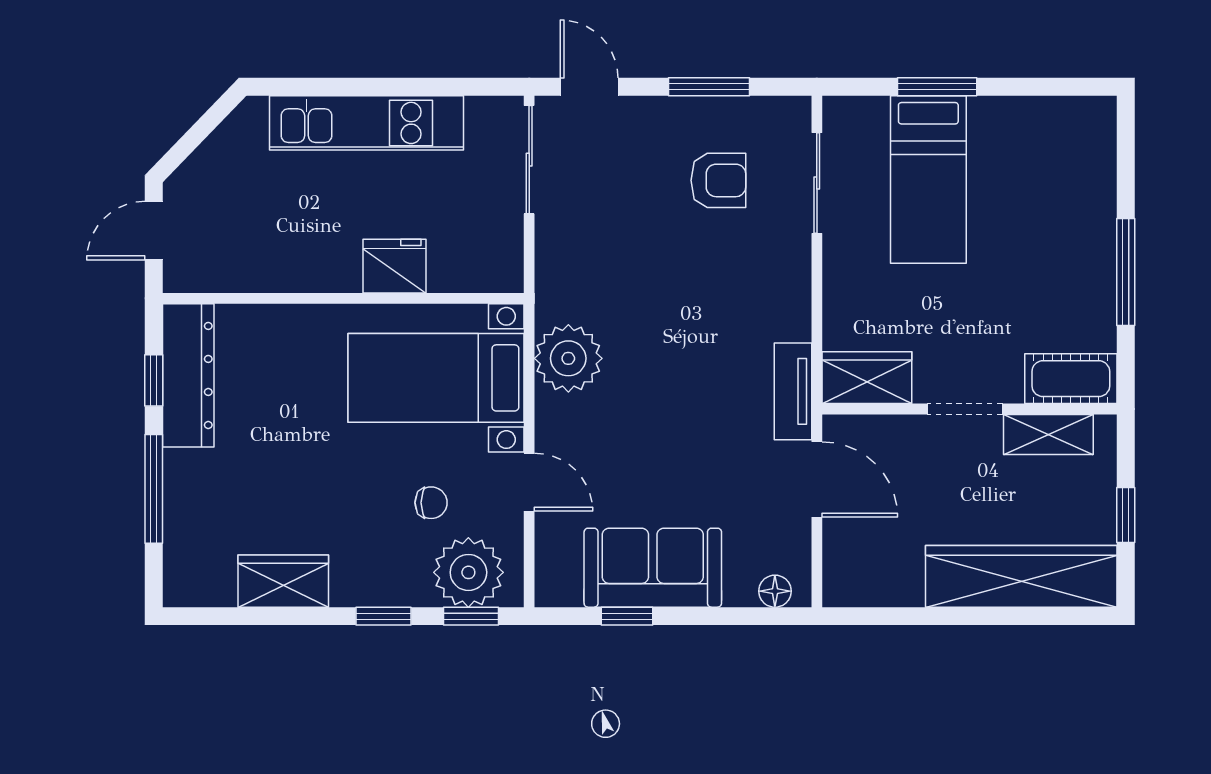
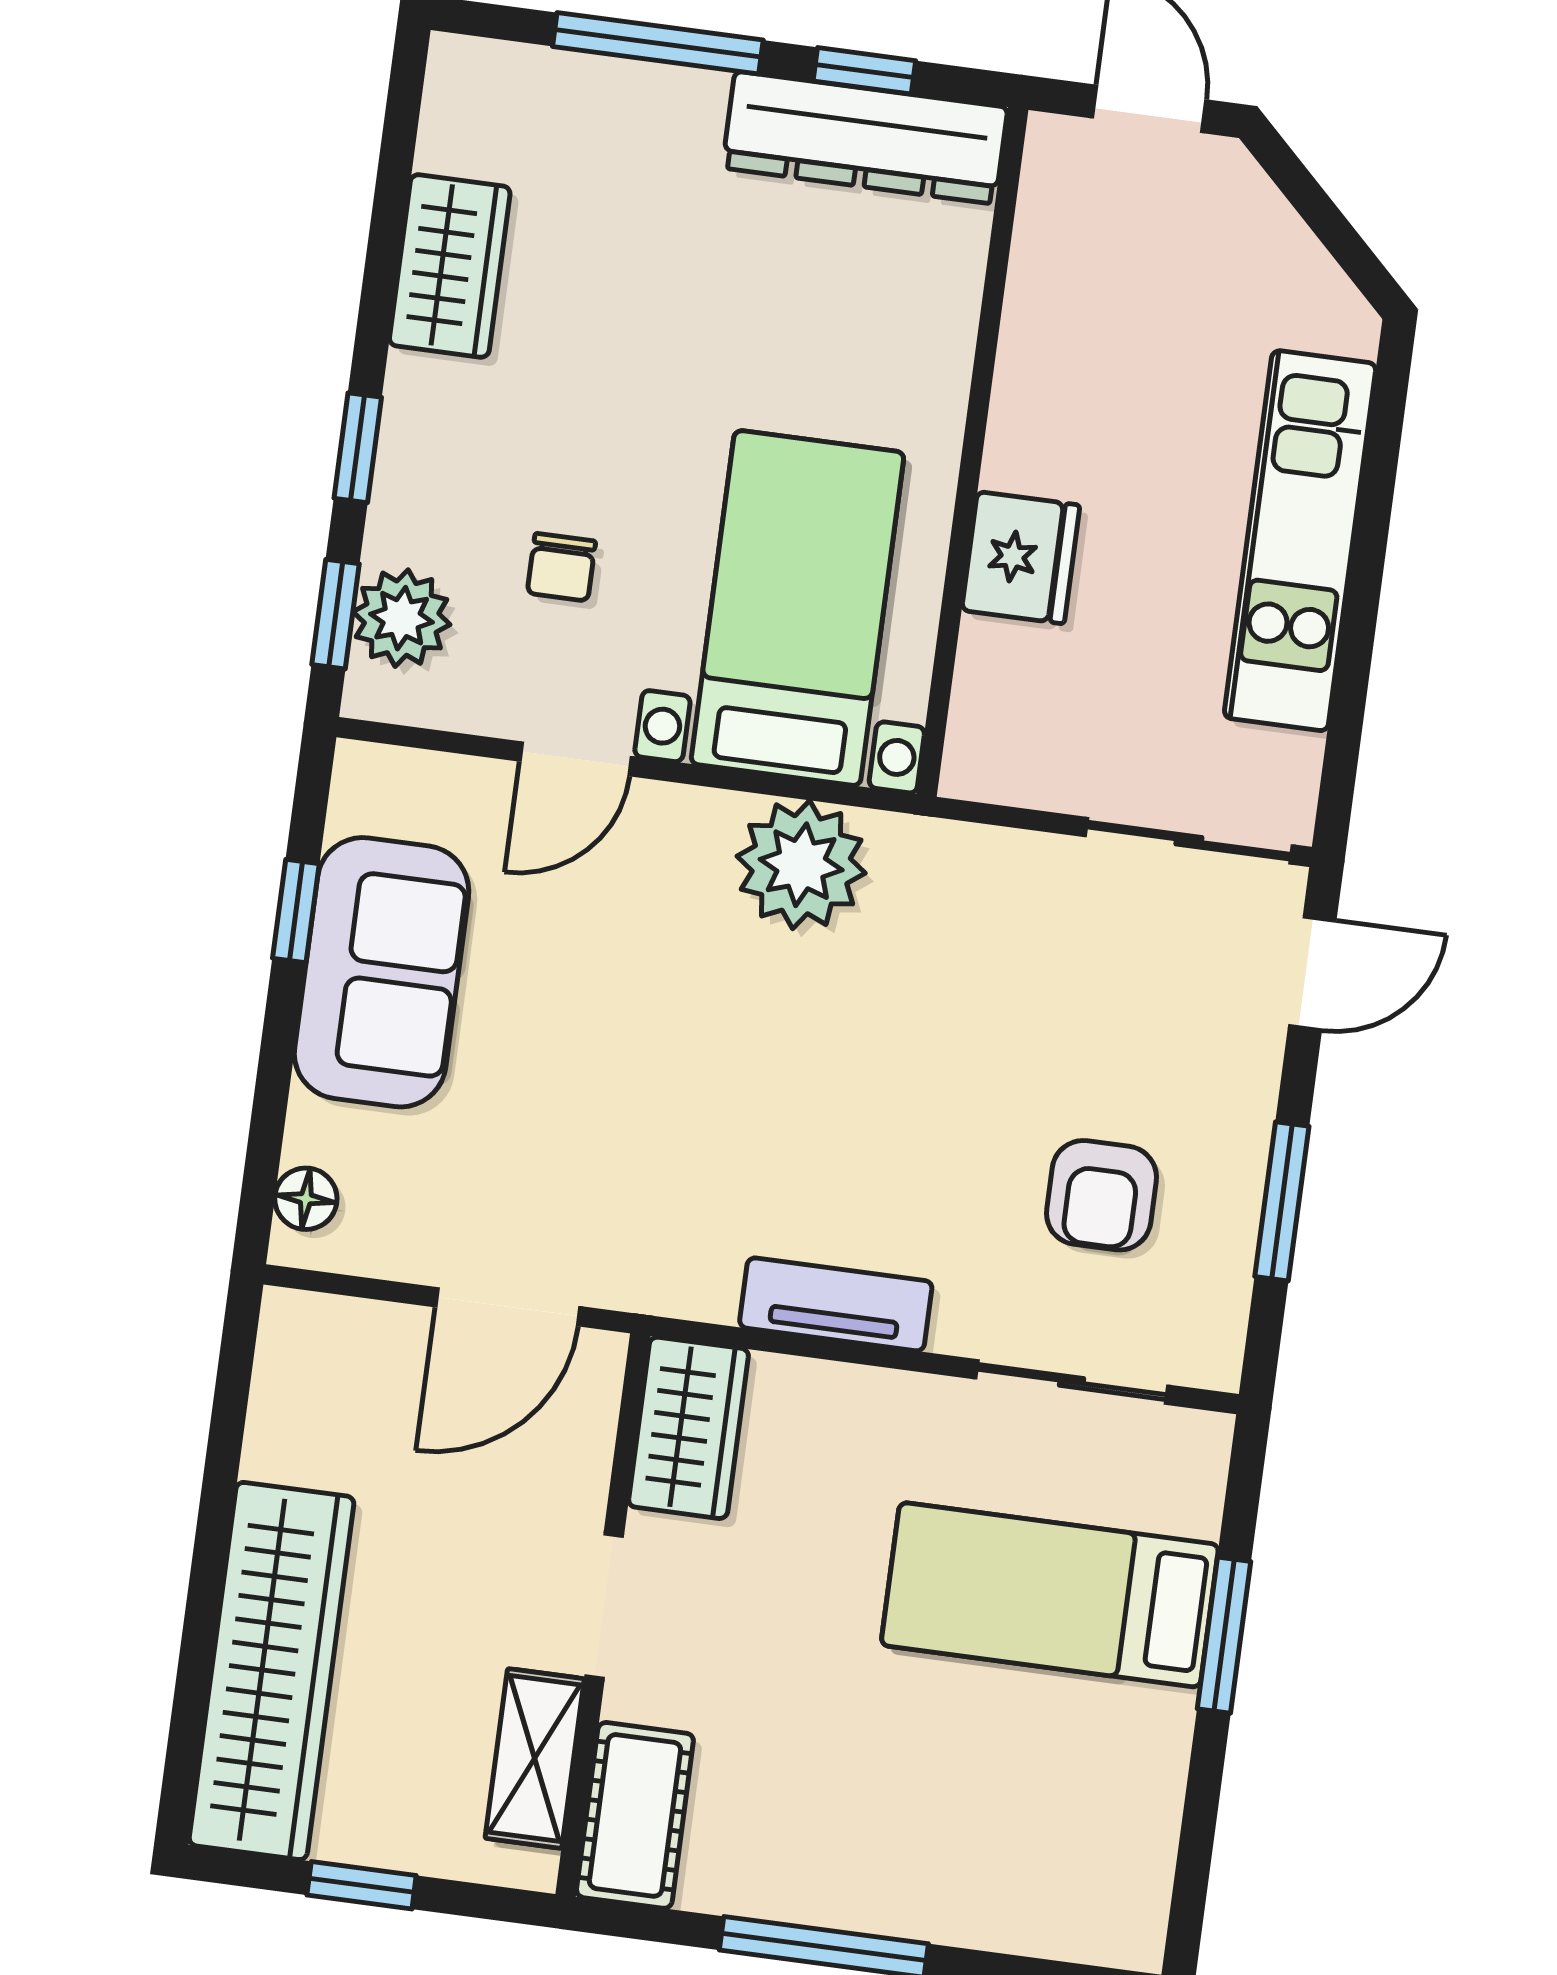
tv unit: (793, 391) -> (836, 1304), moved
plant: (468, 572) -> (402, 618), width x0.73, depth x0.73

